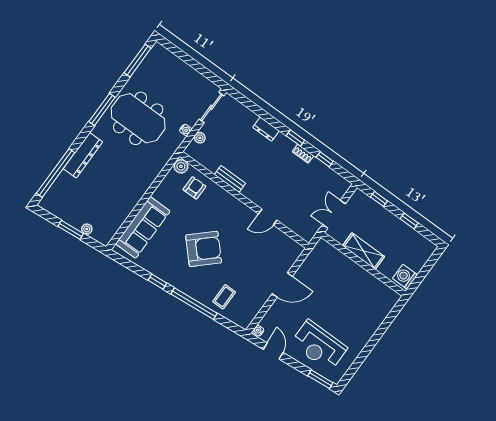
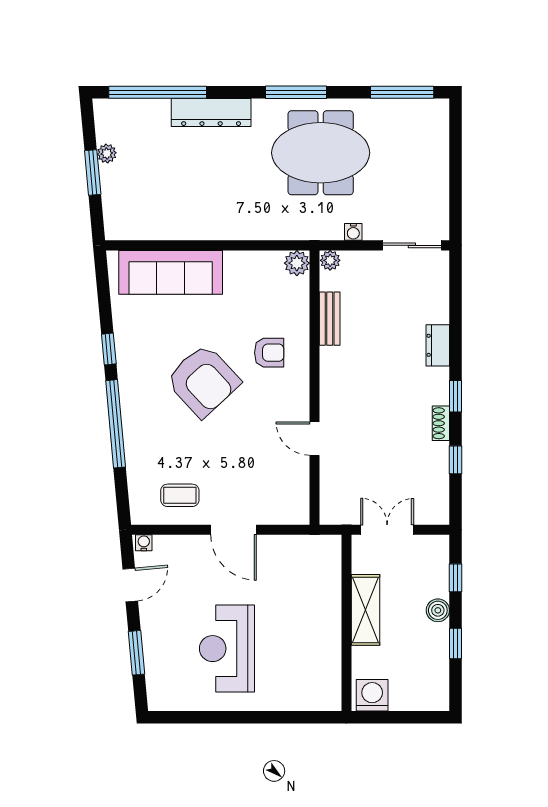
meeting table: (138, 118) -> (321, 153), turned 90
plant: (200, 138) -> (330, 260), moved
bench: (230, 179) -> (330, 319), moved
armchair: (194, 188) -> (269, 353), moved
boiler: (388, 218) -> (438, 610), added
plant: (87, 229) -> (107, 153), moved
coffee table: (224, 297) -> (180, 495), moved
reception desk: (319, 346) -> (227, 649), moved
window: (320, 379) -> (136, 653), moved

